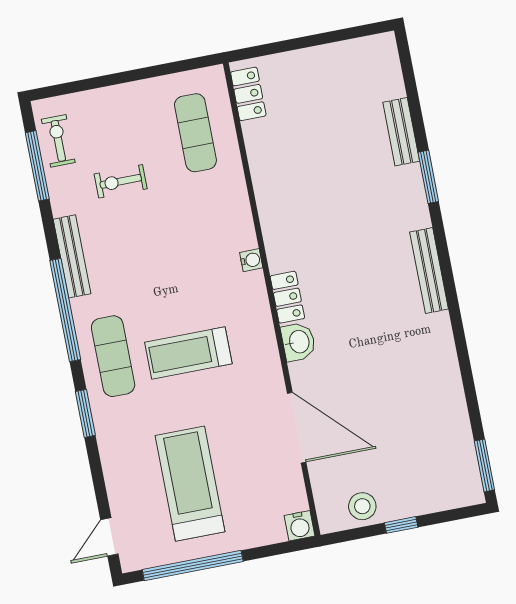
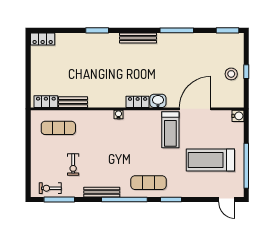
locker: (386, 60) -> (43, 39), added
bench: (401, 132) -> (73, 102), moved
treadmill: (188, 353) -> (170, 130), moved
window: (463, 353) -> (177, 30), added
stool: (362, 506) -> (231, 74), moved

